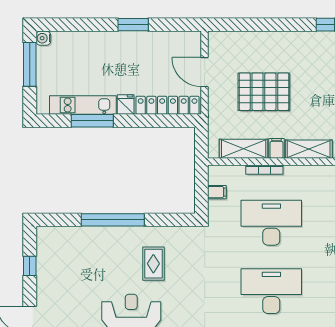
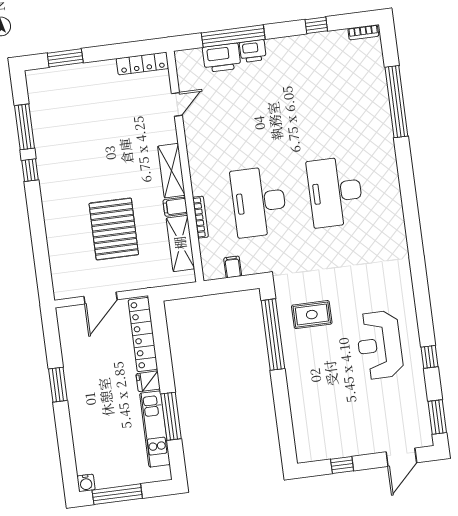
window: (113, 220) -> (273, 335), moved
rug: (153, 264) -> (312, 315), moved

